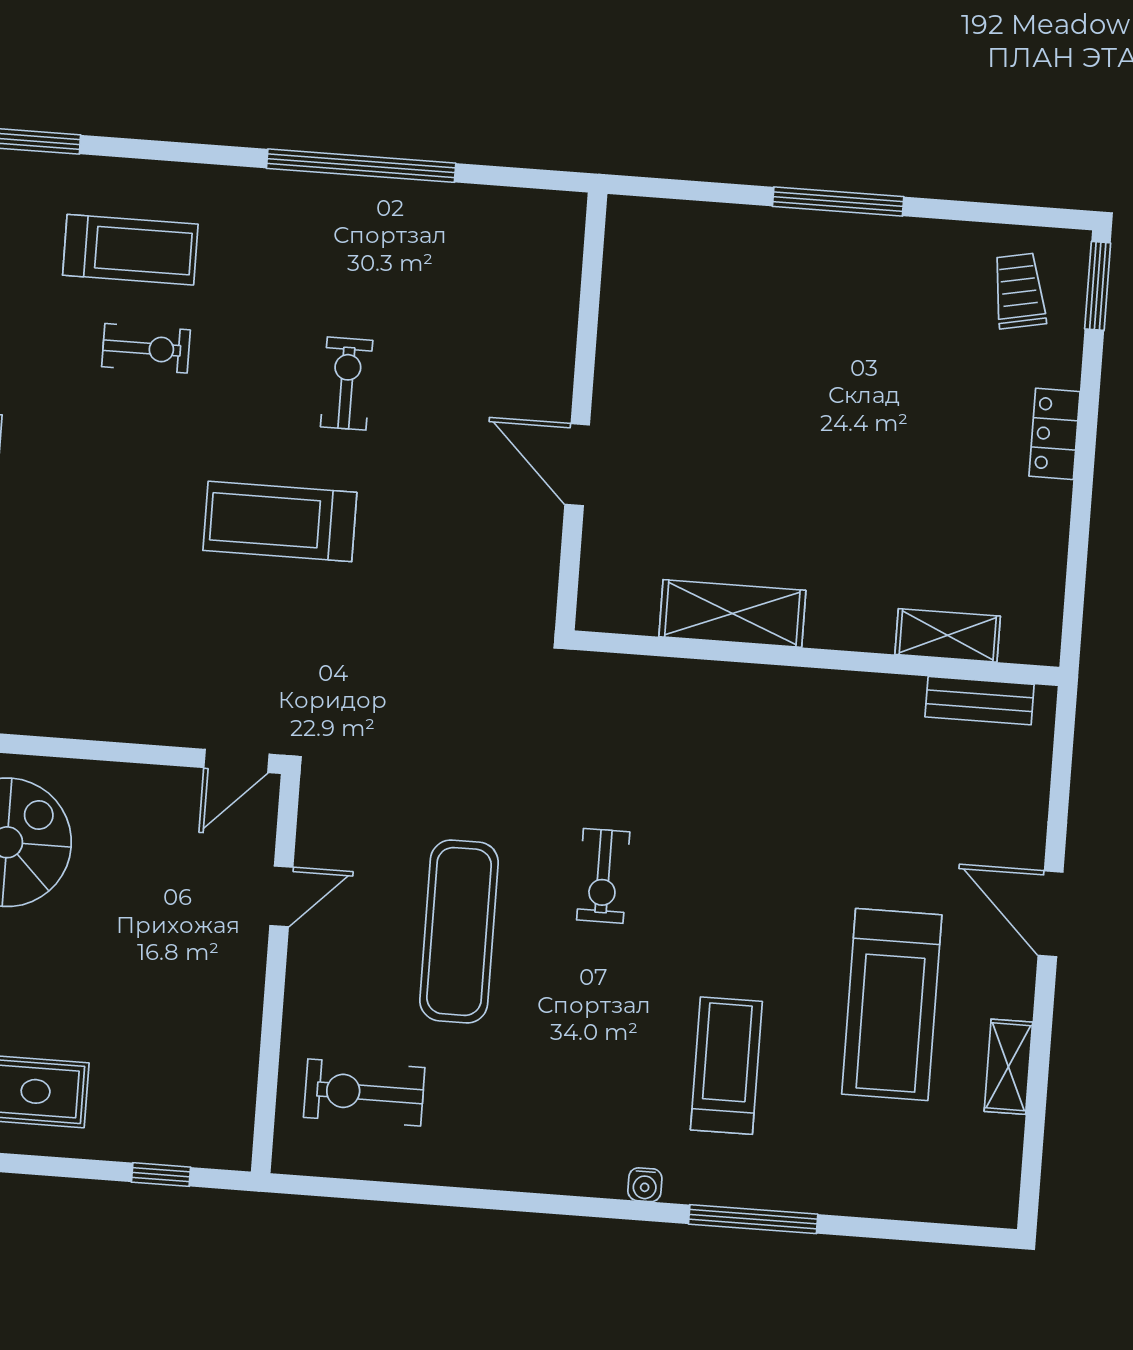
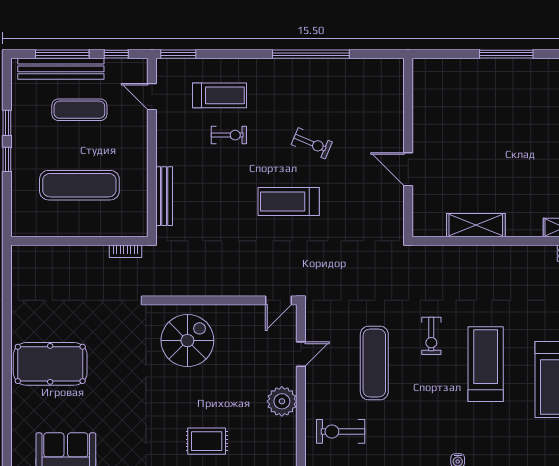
exercise bike: (347, 384) -> (312, 143), turned 113
plant: (227, 1008) -> (282, 401), added
treadmill: (726, 1066) -> (486, 364), moved, width x1.37, depth x1.38

